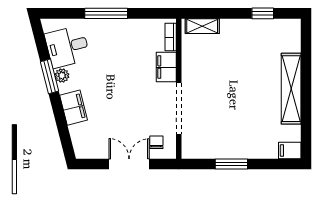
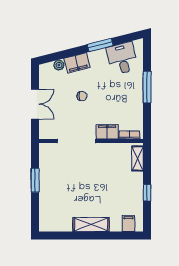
window: (263, 13) -> (147, 193), moved
plant: (62, 76) -> (59, 65), moved
shelving: (291, 89) -> (91, 225), width x0.68
chair: (156, 142) -> (82, 96), moved
filing cabinet: (290, 150) -> (129, 224), moved

